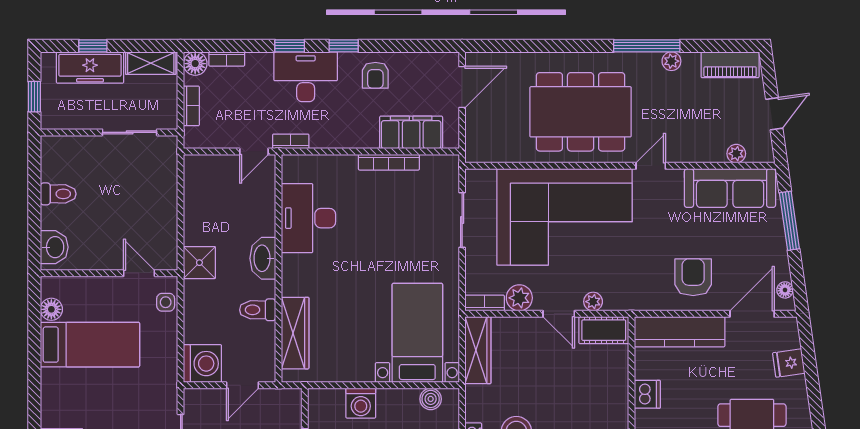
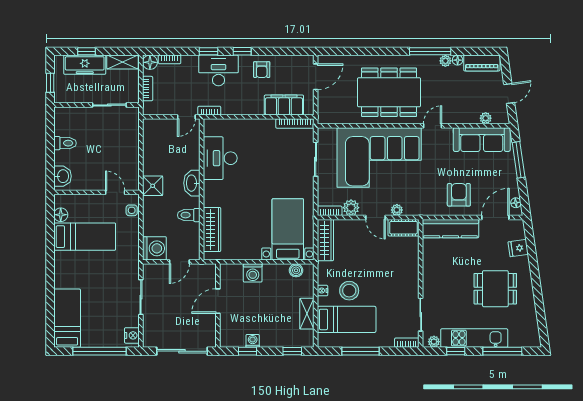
floor lamp: (691, 60) -> (458, 60), added
bookcase: (389, 162) -> (295, 123), moved
dishwasher: (647, 394) -> (431, 267), removed

